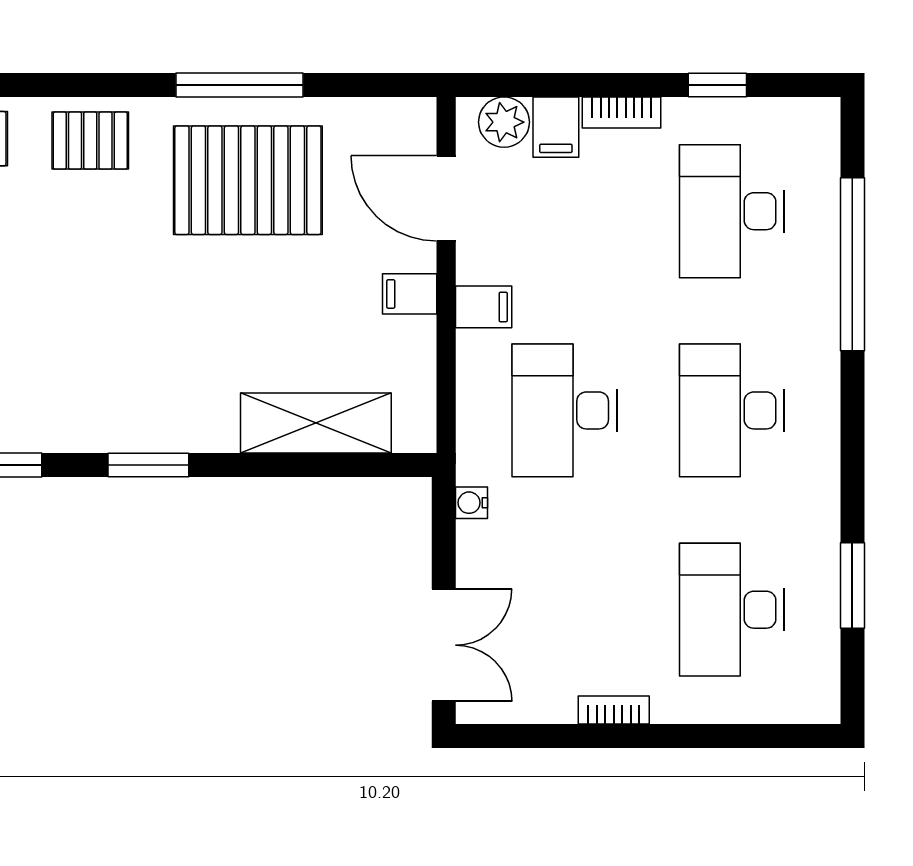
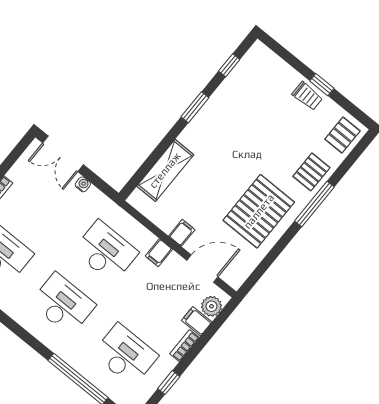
window: (239, 85) -> (314, 204), moved
water cooler: (472, 503) -> (83, 184), moved

